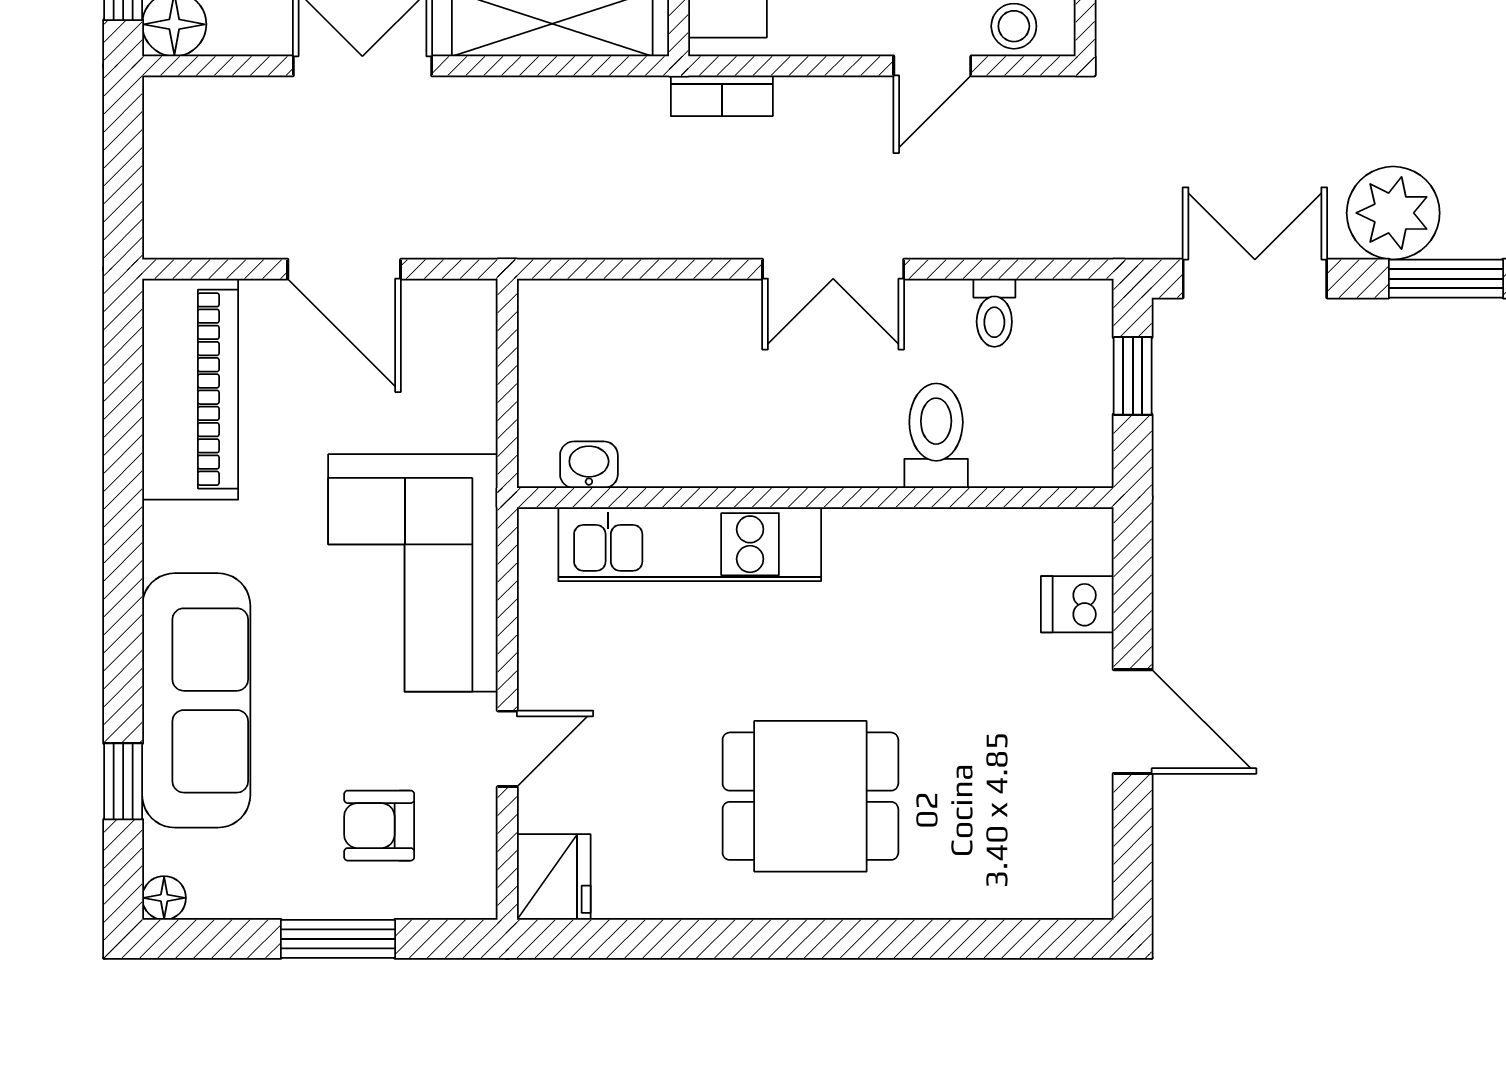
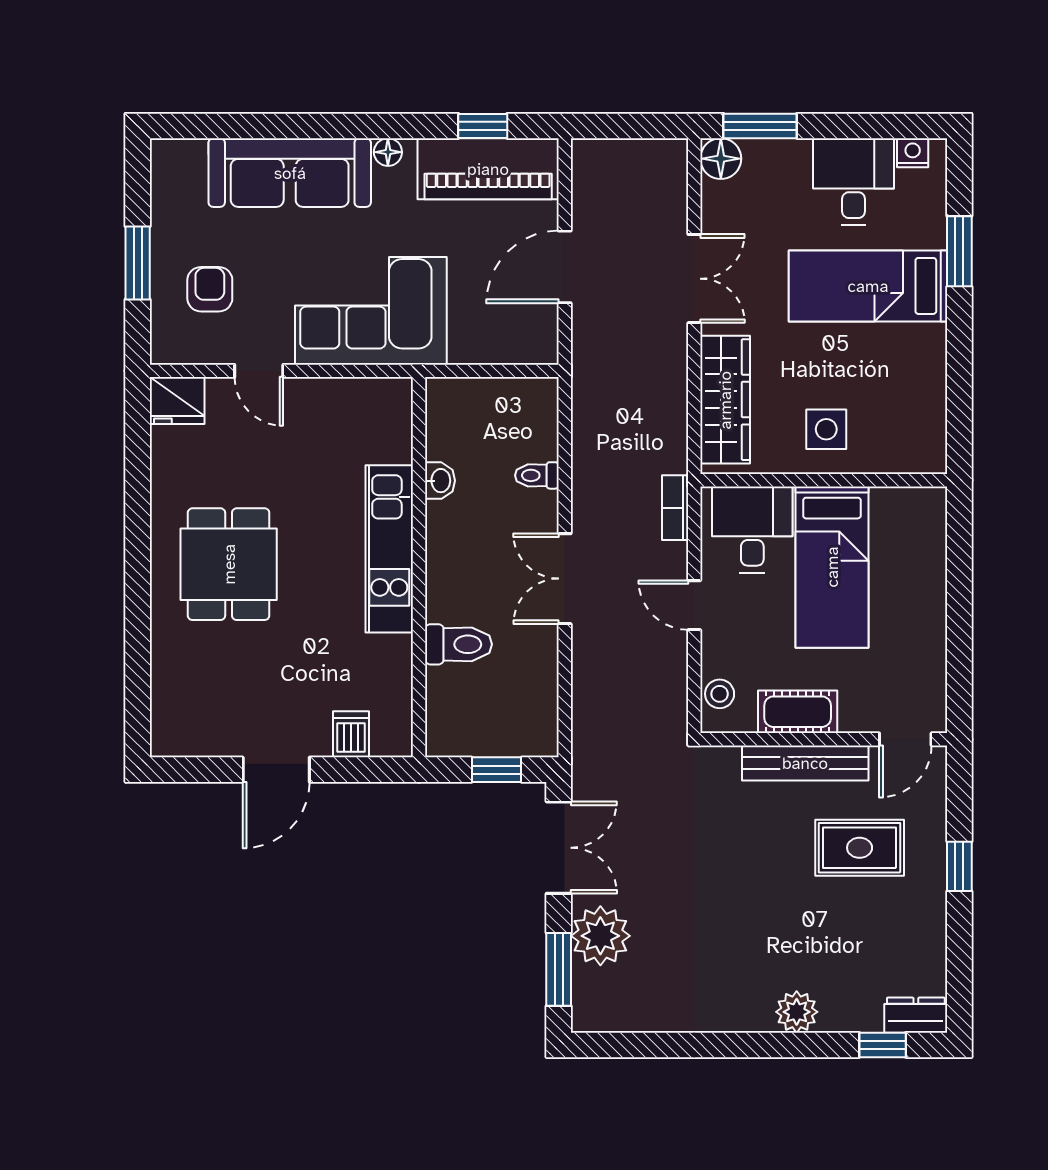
door: (932, 66) -> (694, 605), moved
toilet: (994, 313) -> (537, 475), moved
washbasin: (589, 465) -> (440, 481), moved
kitchen unit: (690, 544) -> (389, 549), moved
window: (123, 781) -> (483, 126), moved
floor lamp: (164, 898) -> (388, 152), moved

